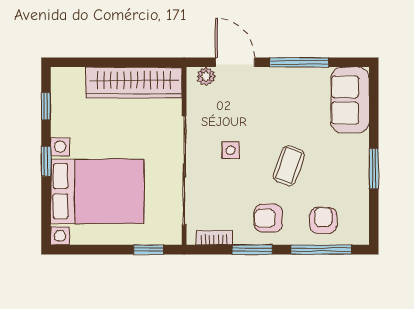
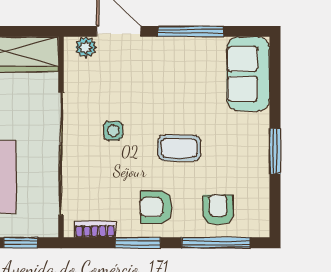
coffee table: (289, 166) -> (179, 148), turned 70

